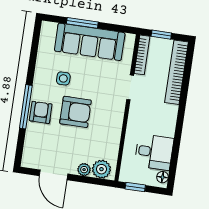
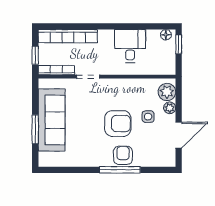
side table: (63, 78) -> (148, 117), moved
armchair: (41, 112) -> (123, 155), turned 90
armchair: (75, 112) -> (118, 124), turned 90
desk: (154, 152) -> (130, 46), moved
window: (135, 187) -> (179, 44), moved

